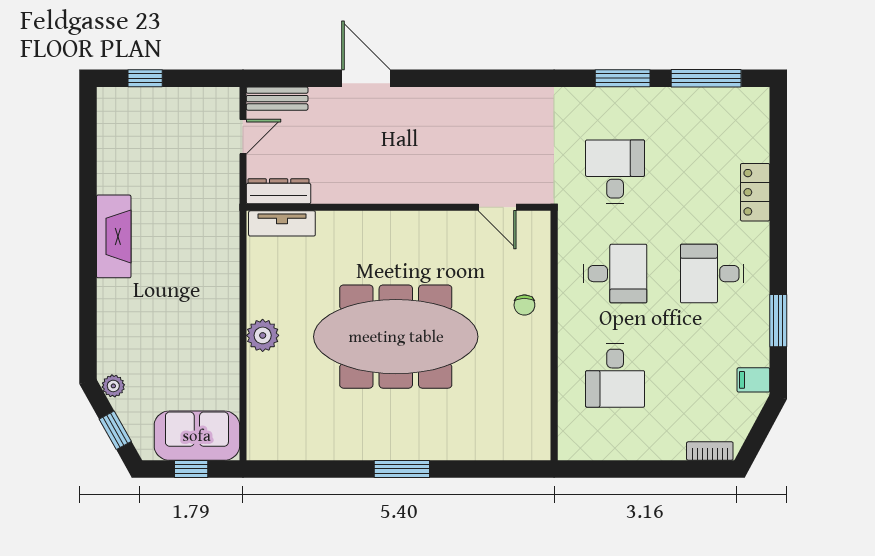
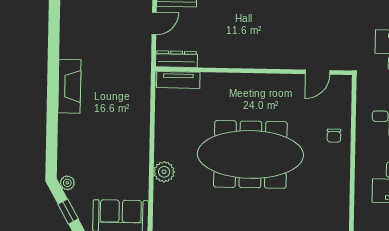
door: (497, 207) -> (318, 72), hinge flipped
plant: (263, 335) -> (164, 172), moved

